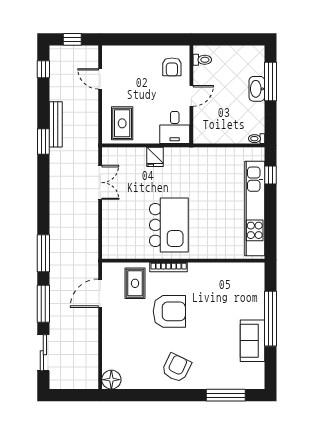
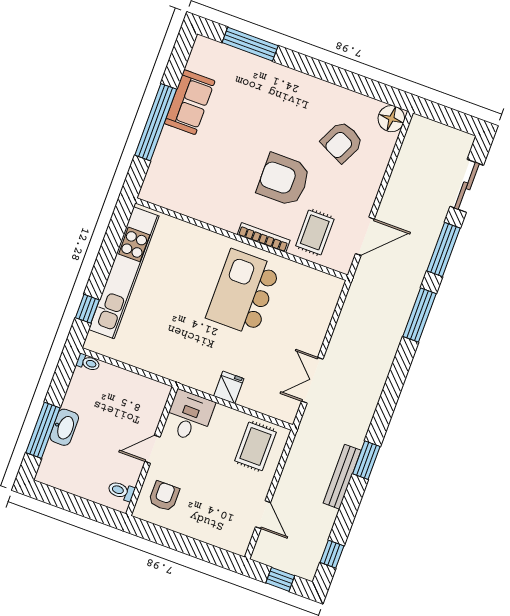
armchair: (176, 368) -> (342, 142), moved

